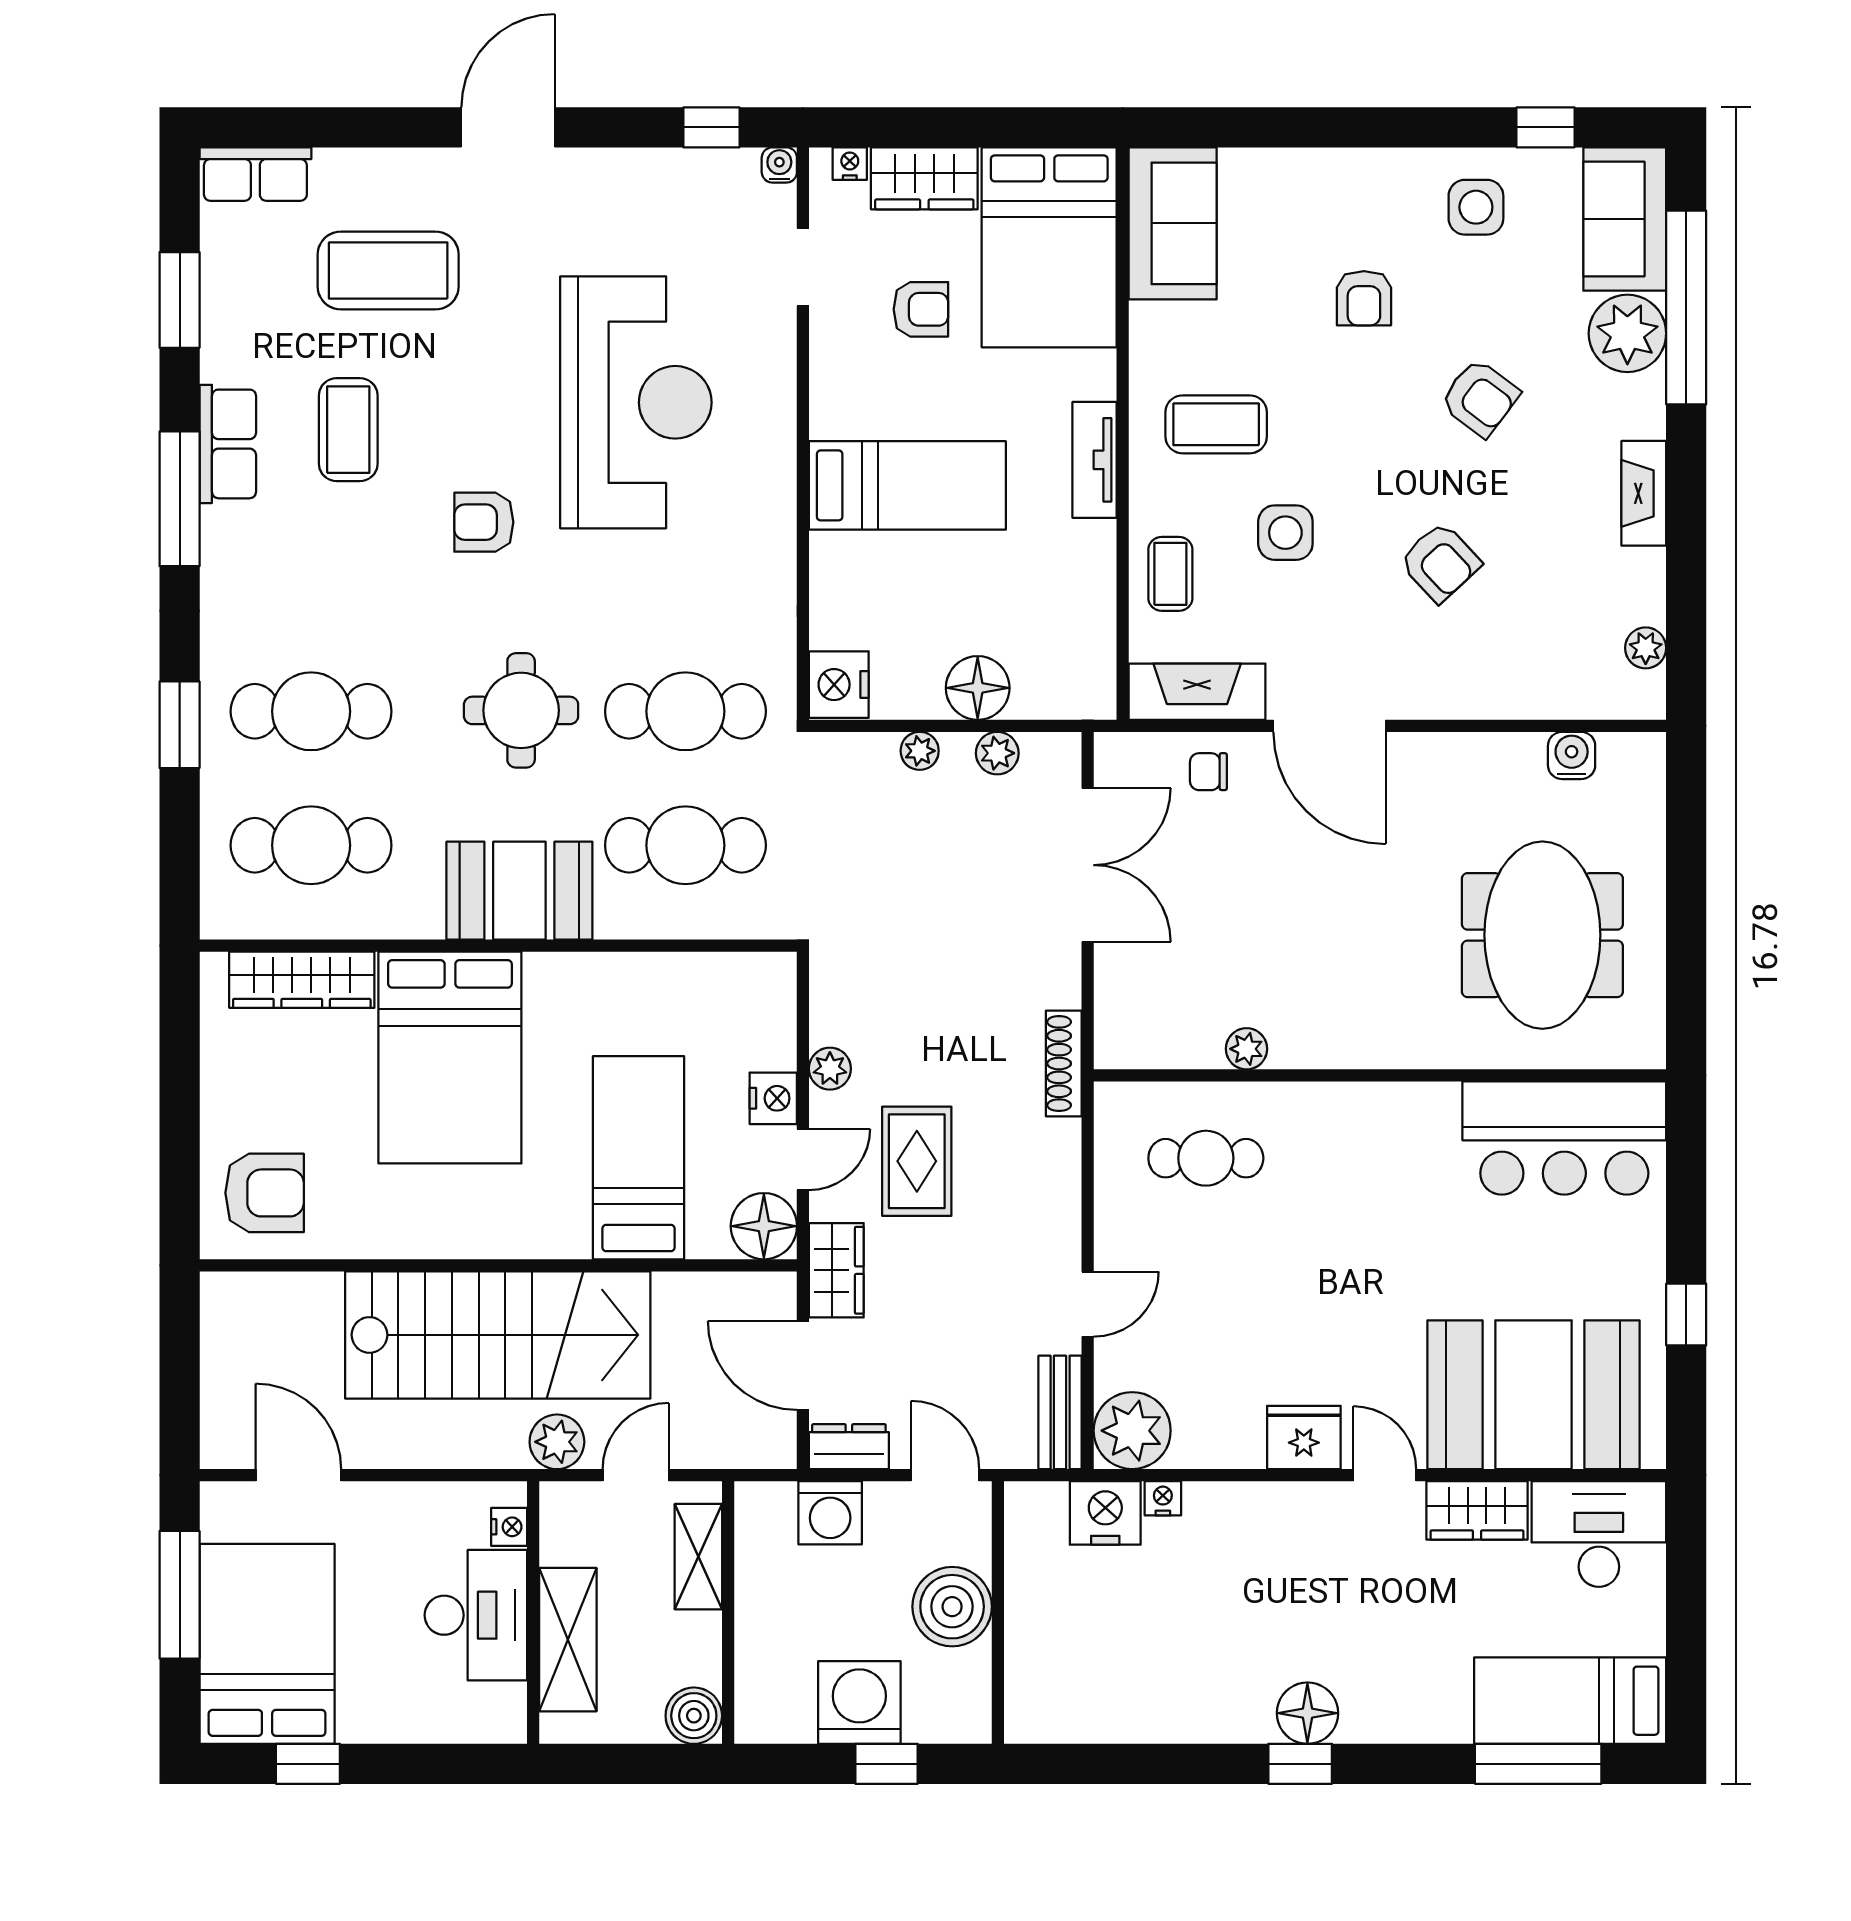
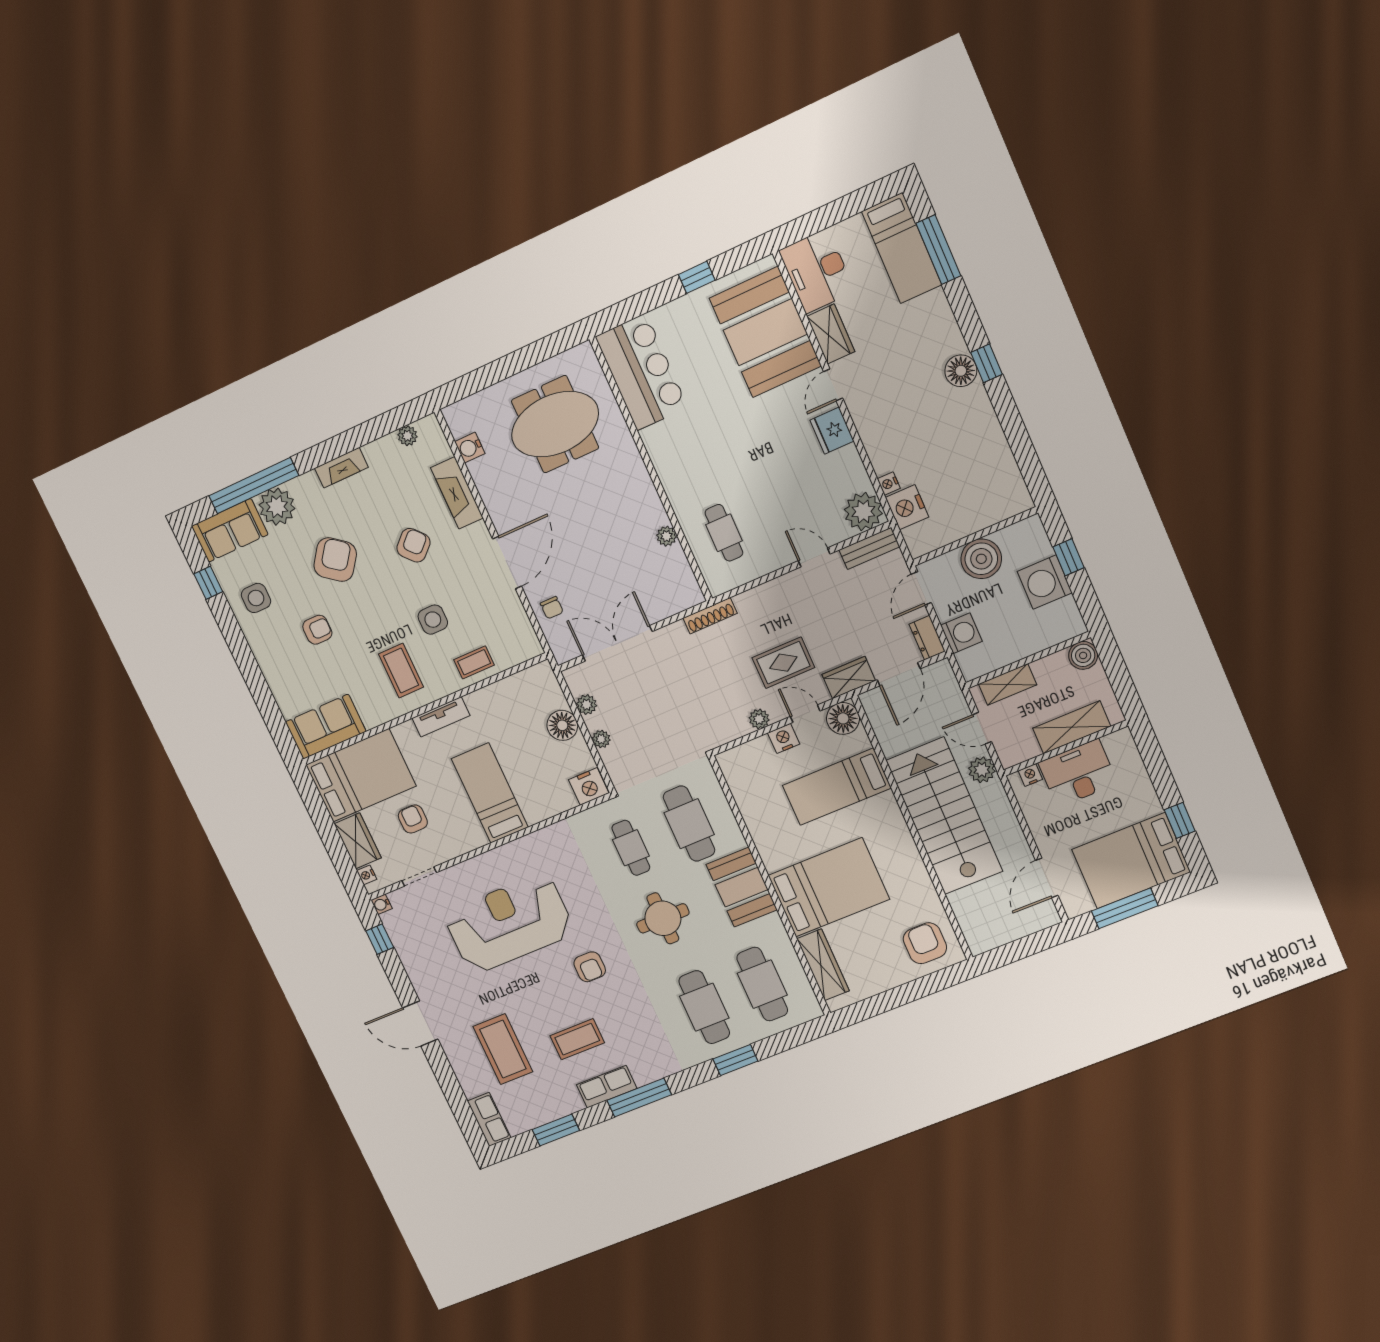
armchair: (1480, 398) -> (335, 560), width x1.38, depth x1.38
fireplace: (1197, 692) -> (457, 493), moved
cafe table: (685, 711) -> (631, 848), width x0.73, depth x0.74

